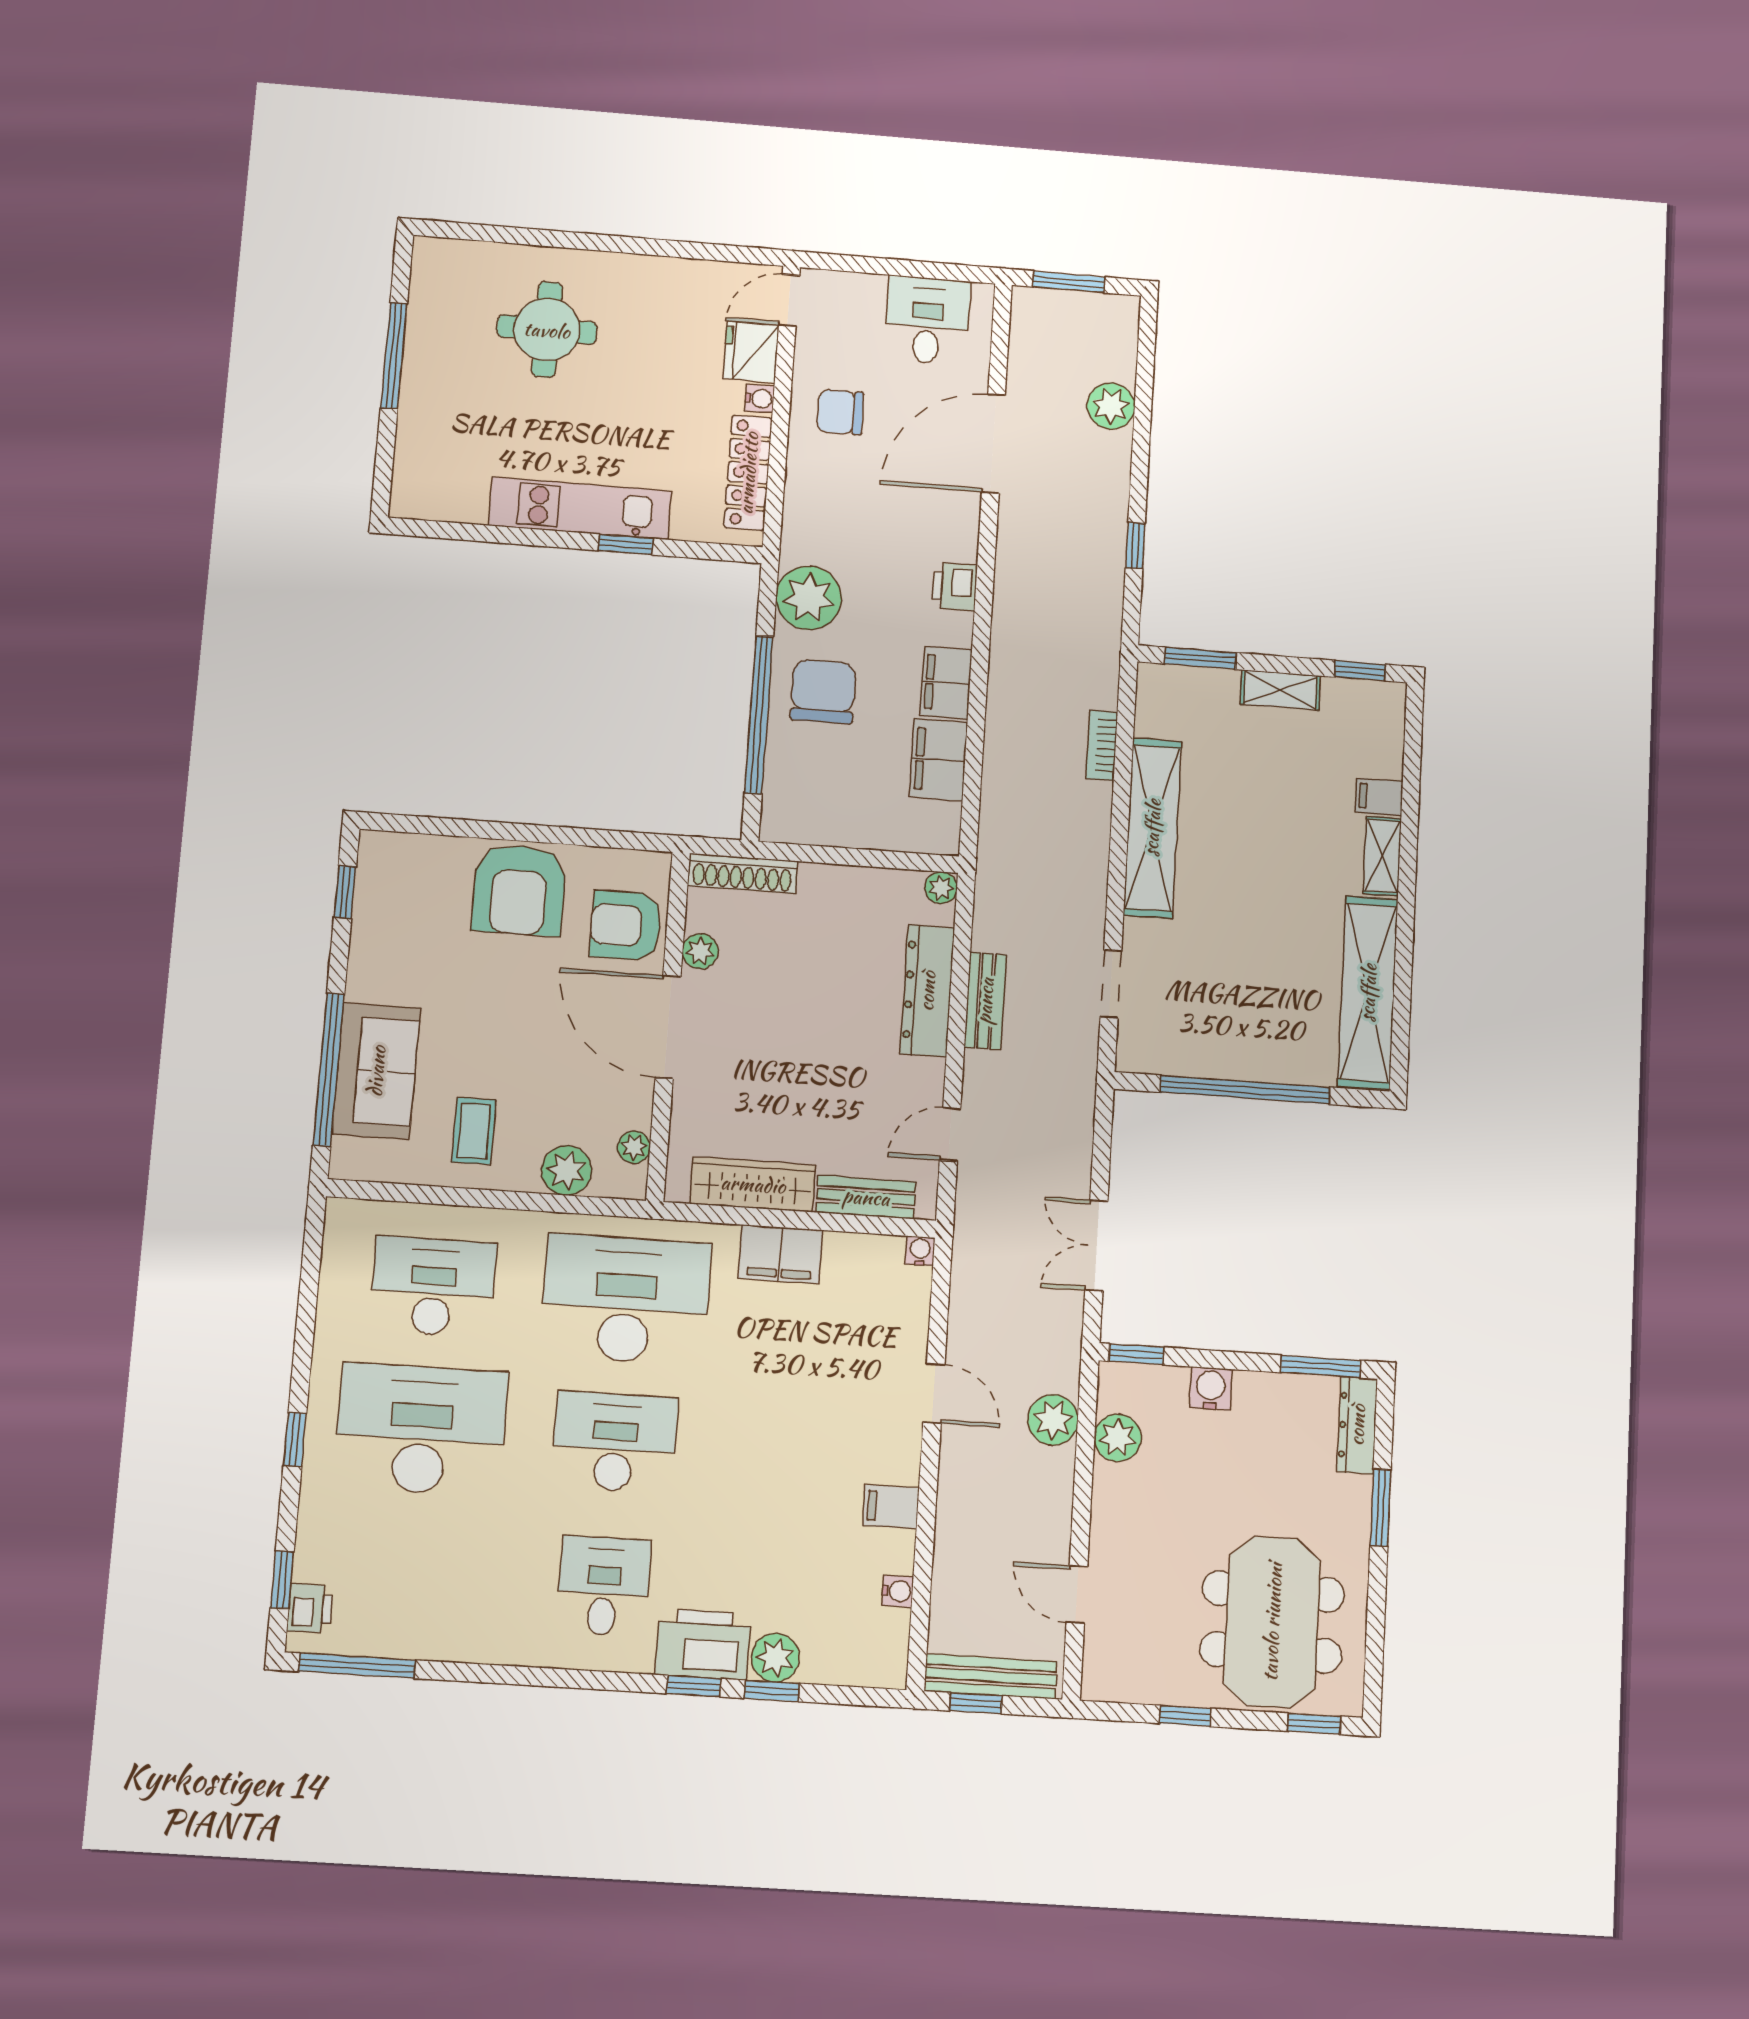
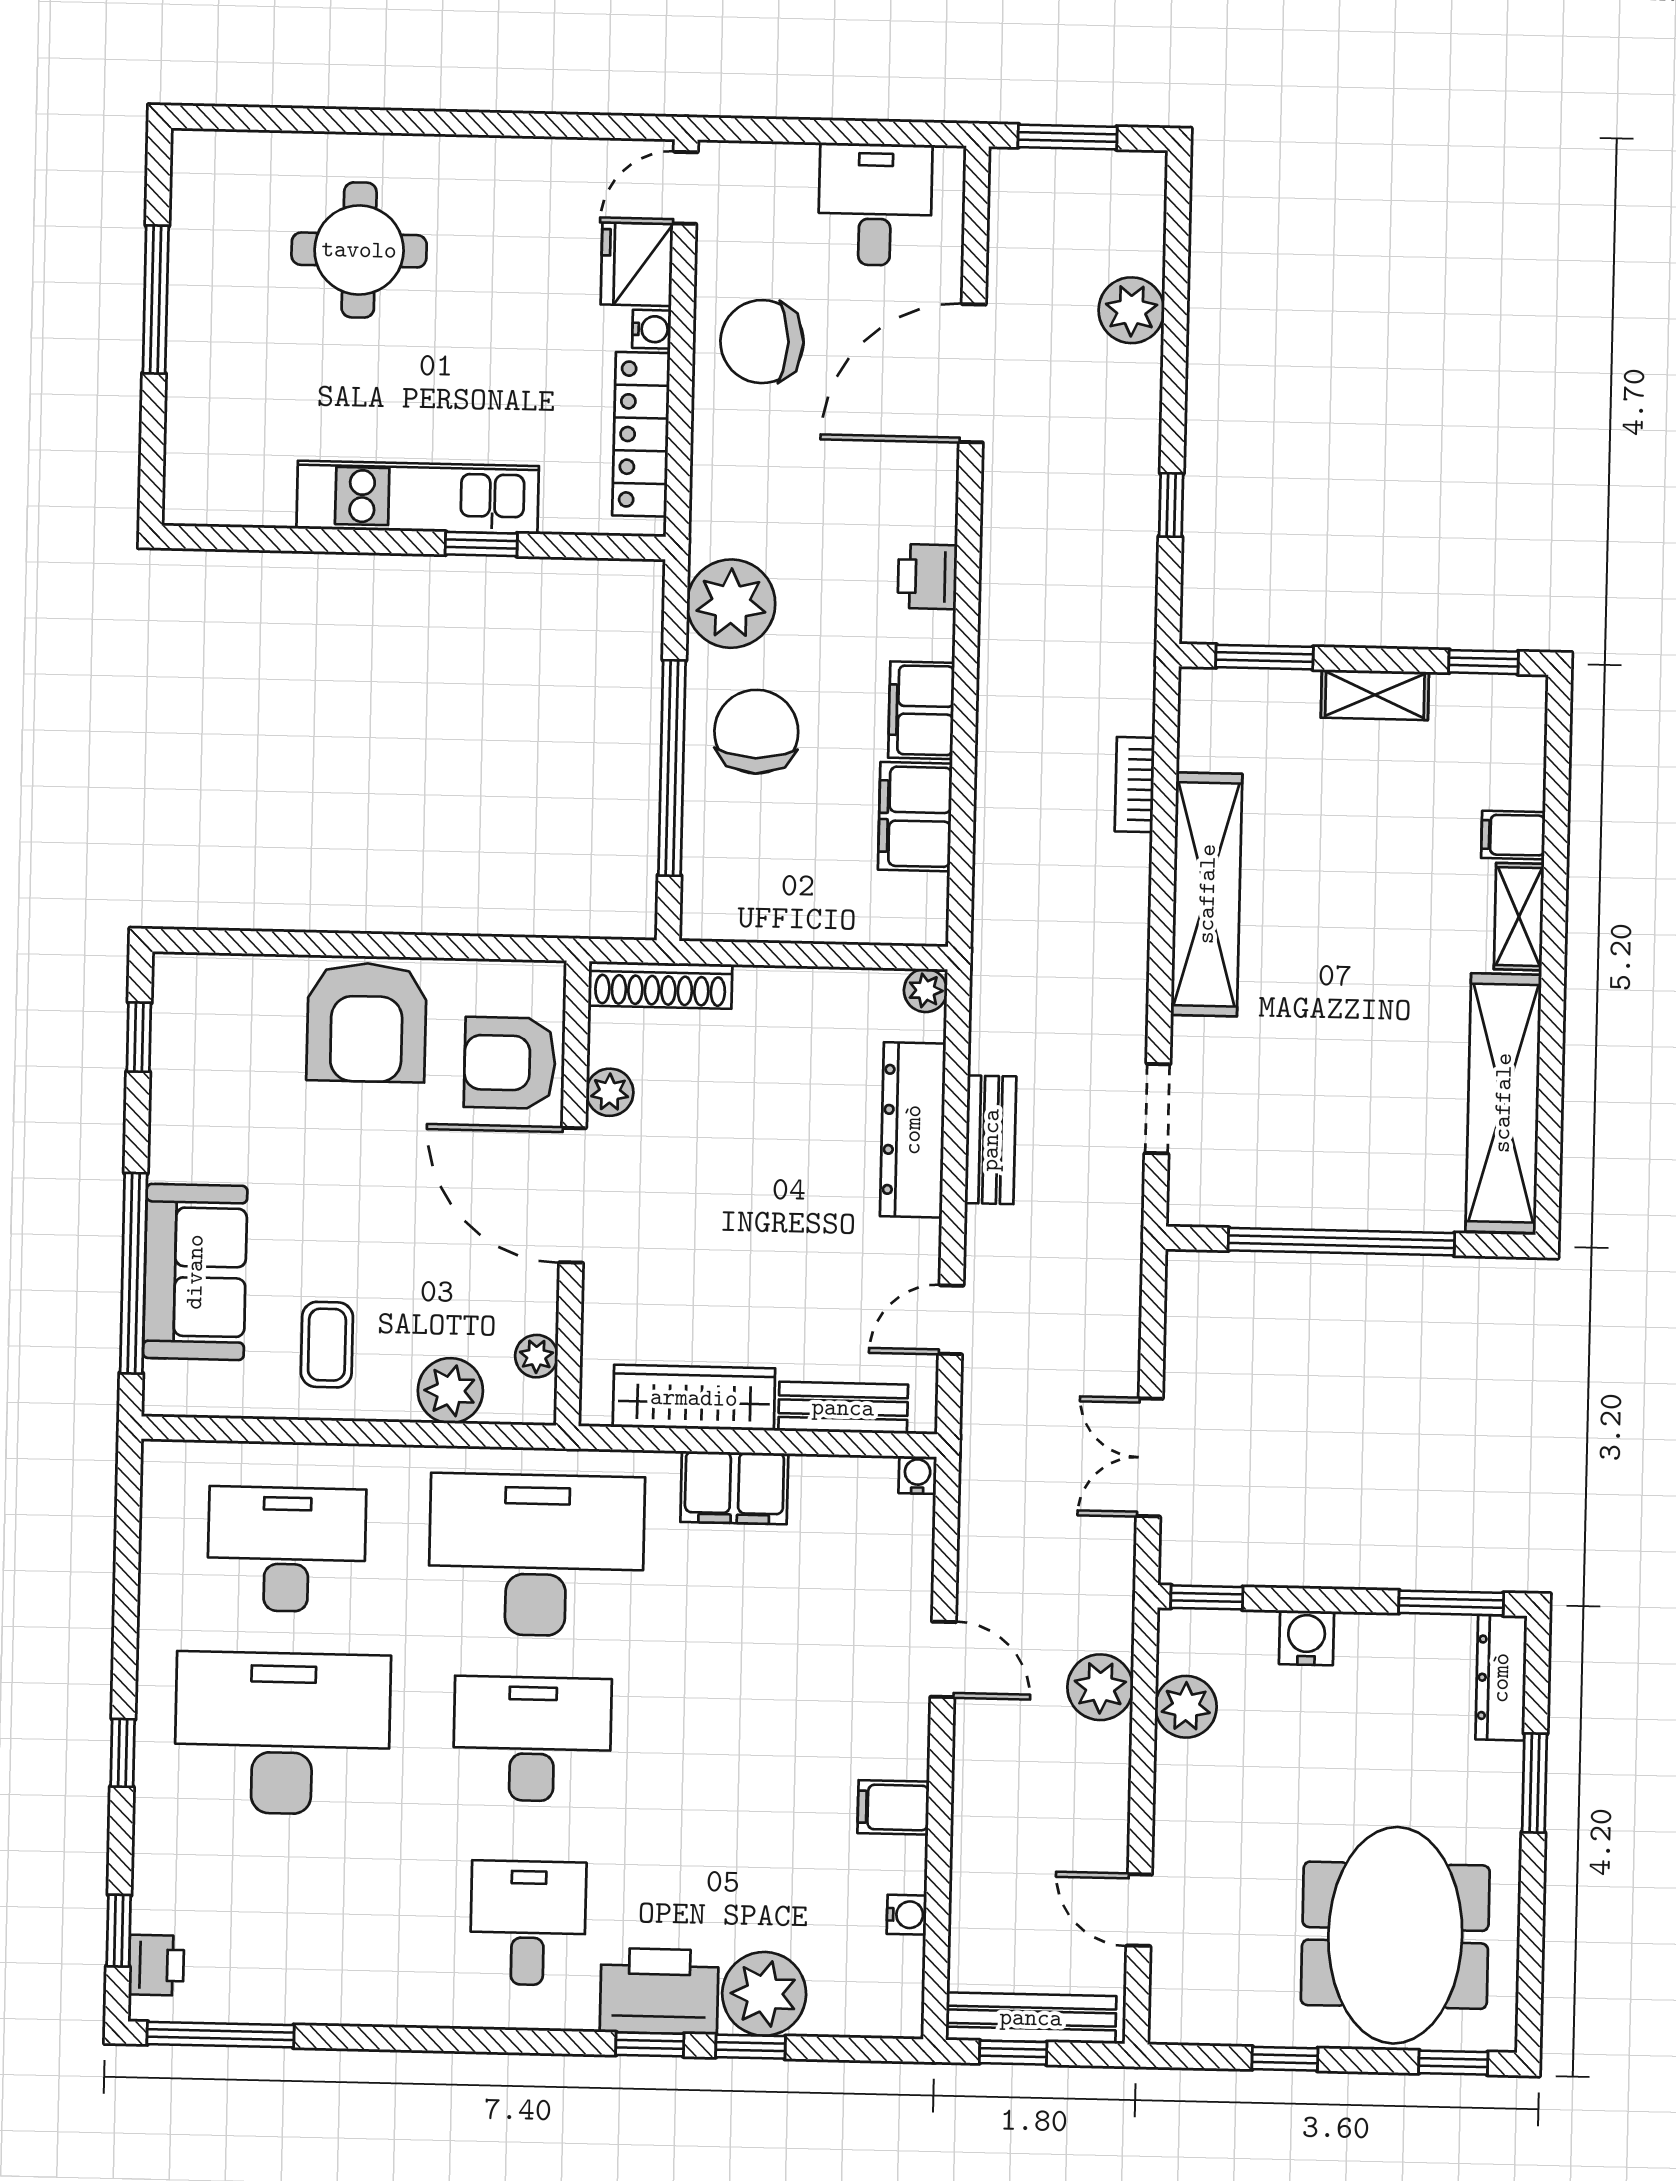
chair: (840, 412) -> (762, 342), width x1.37, depth x1.37
plant: (775, 1658) -> (764, 1994), width x1.36, depth x1.36

